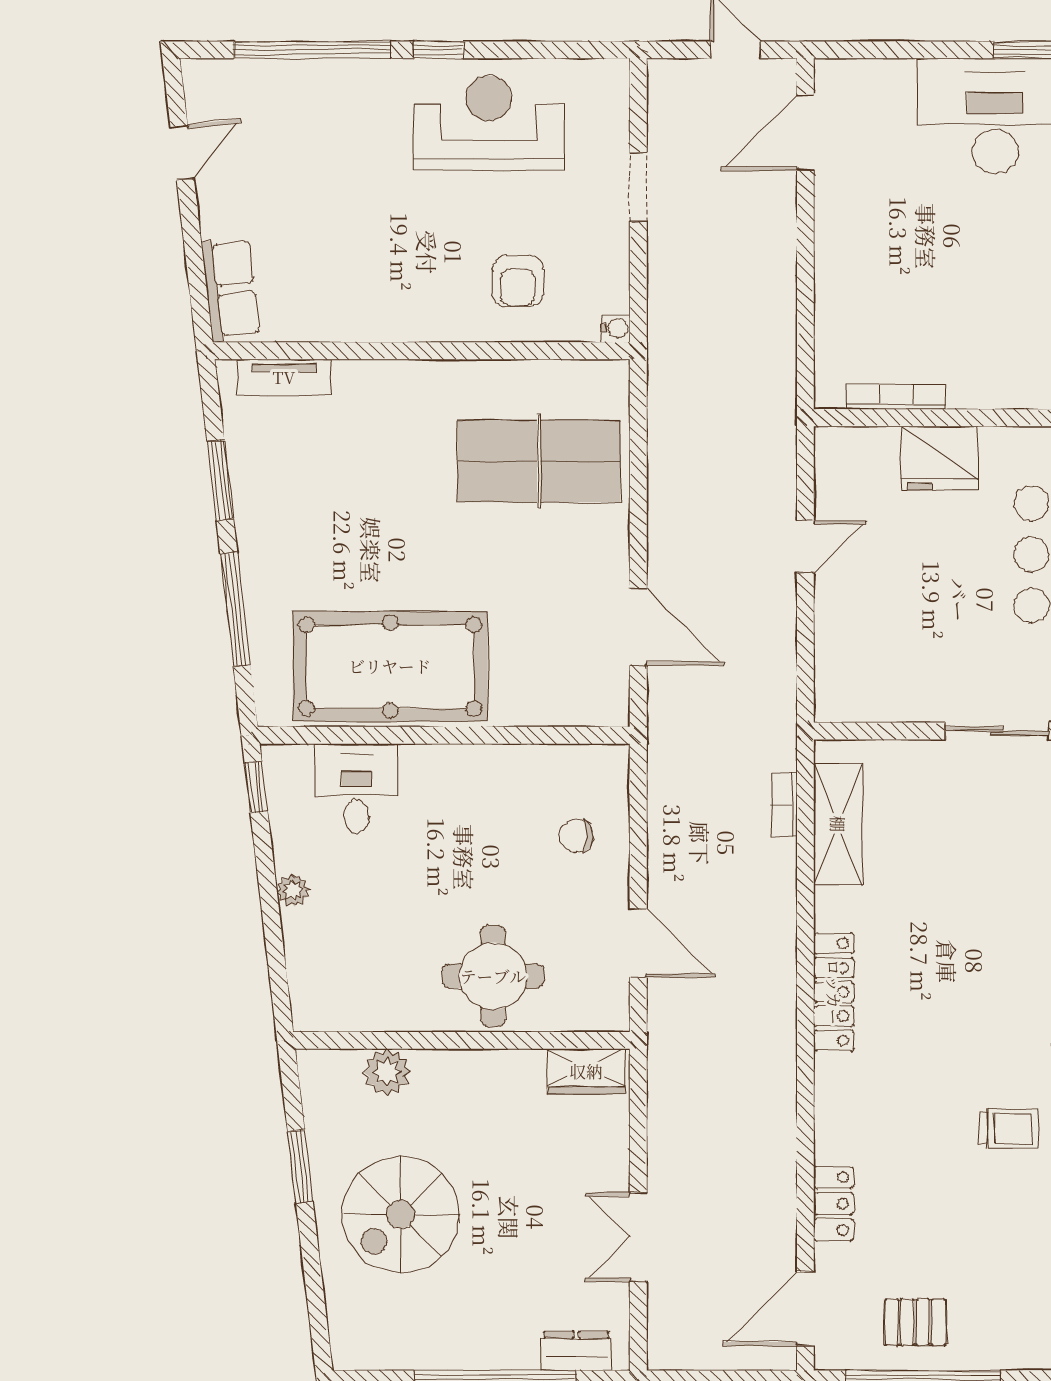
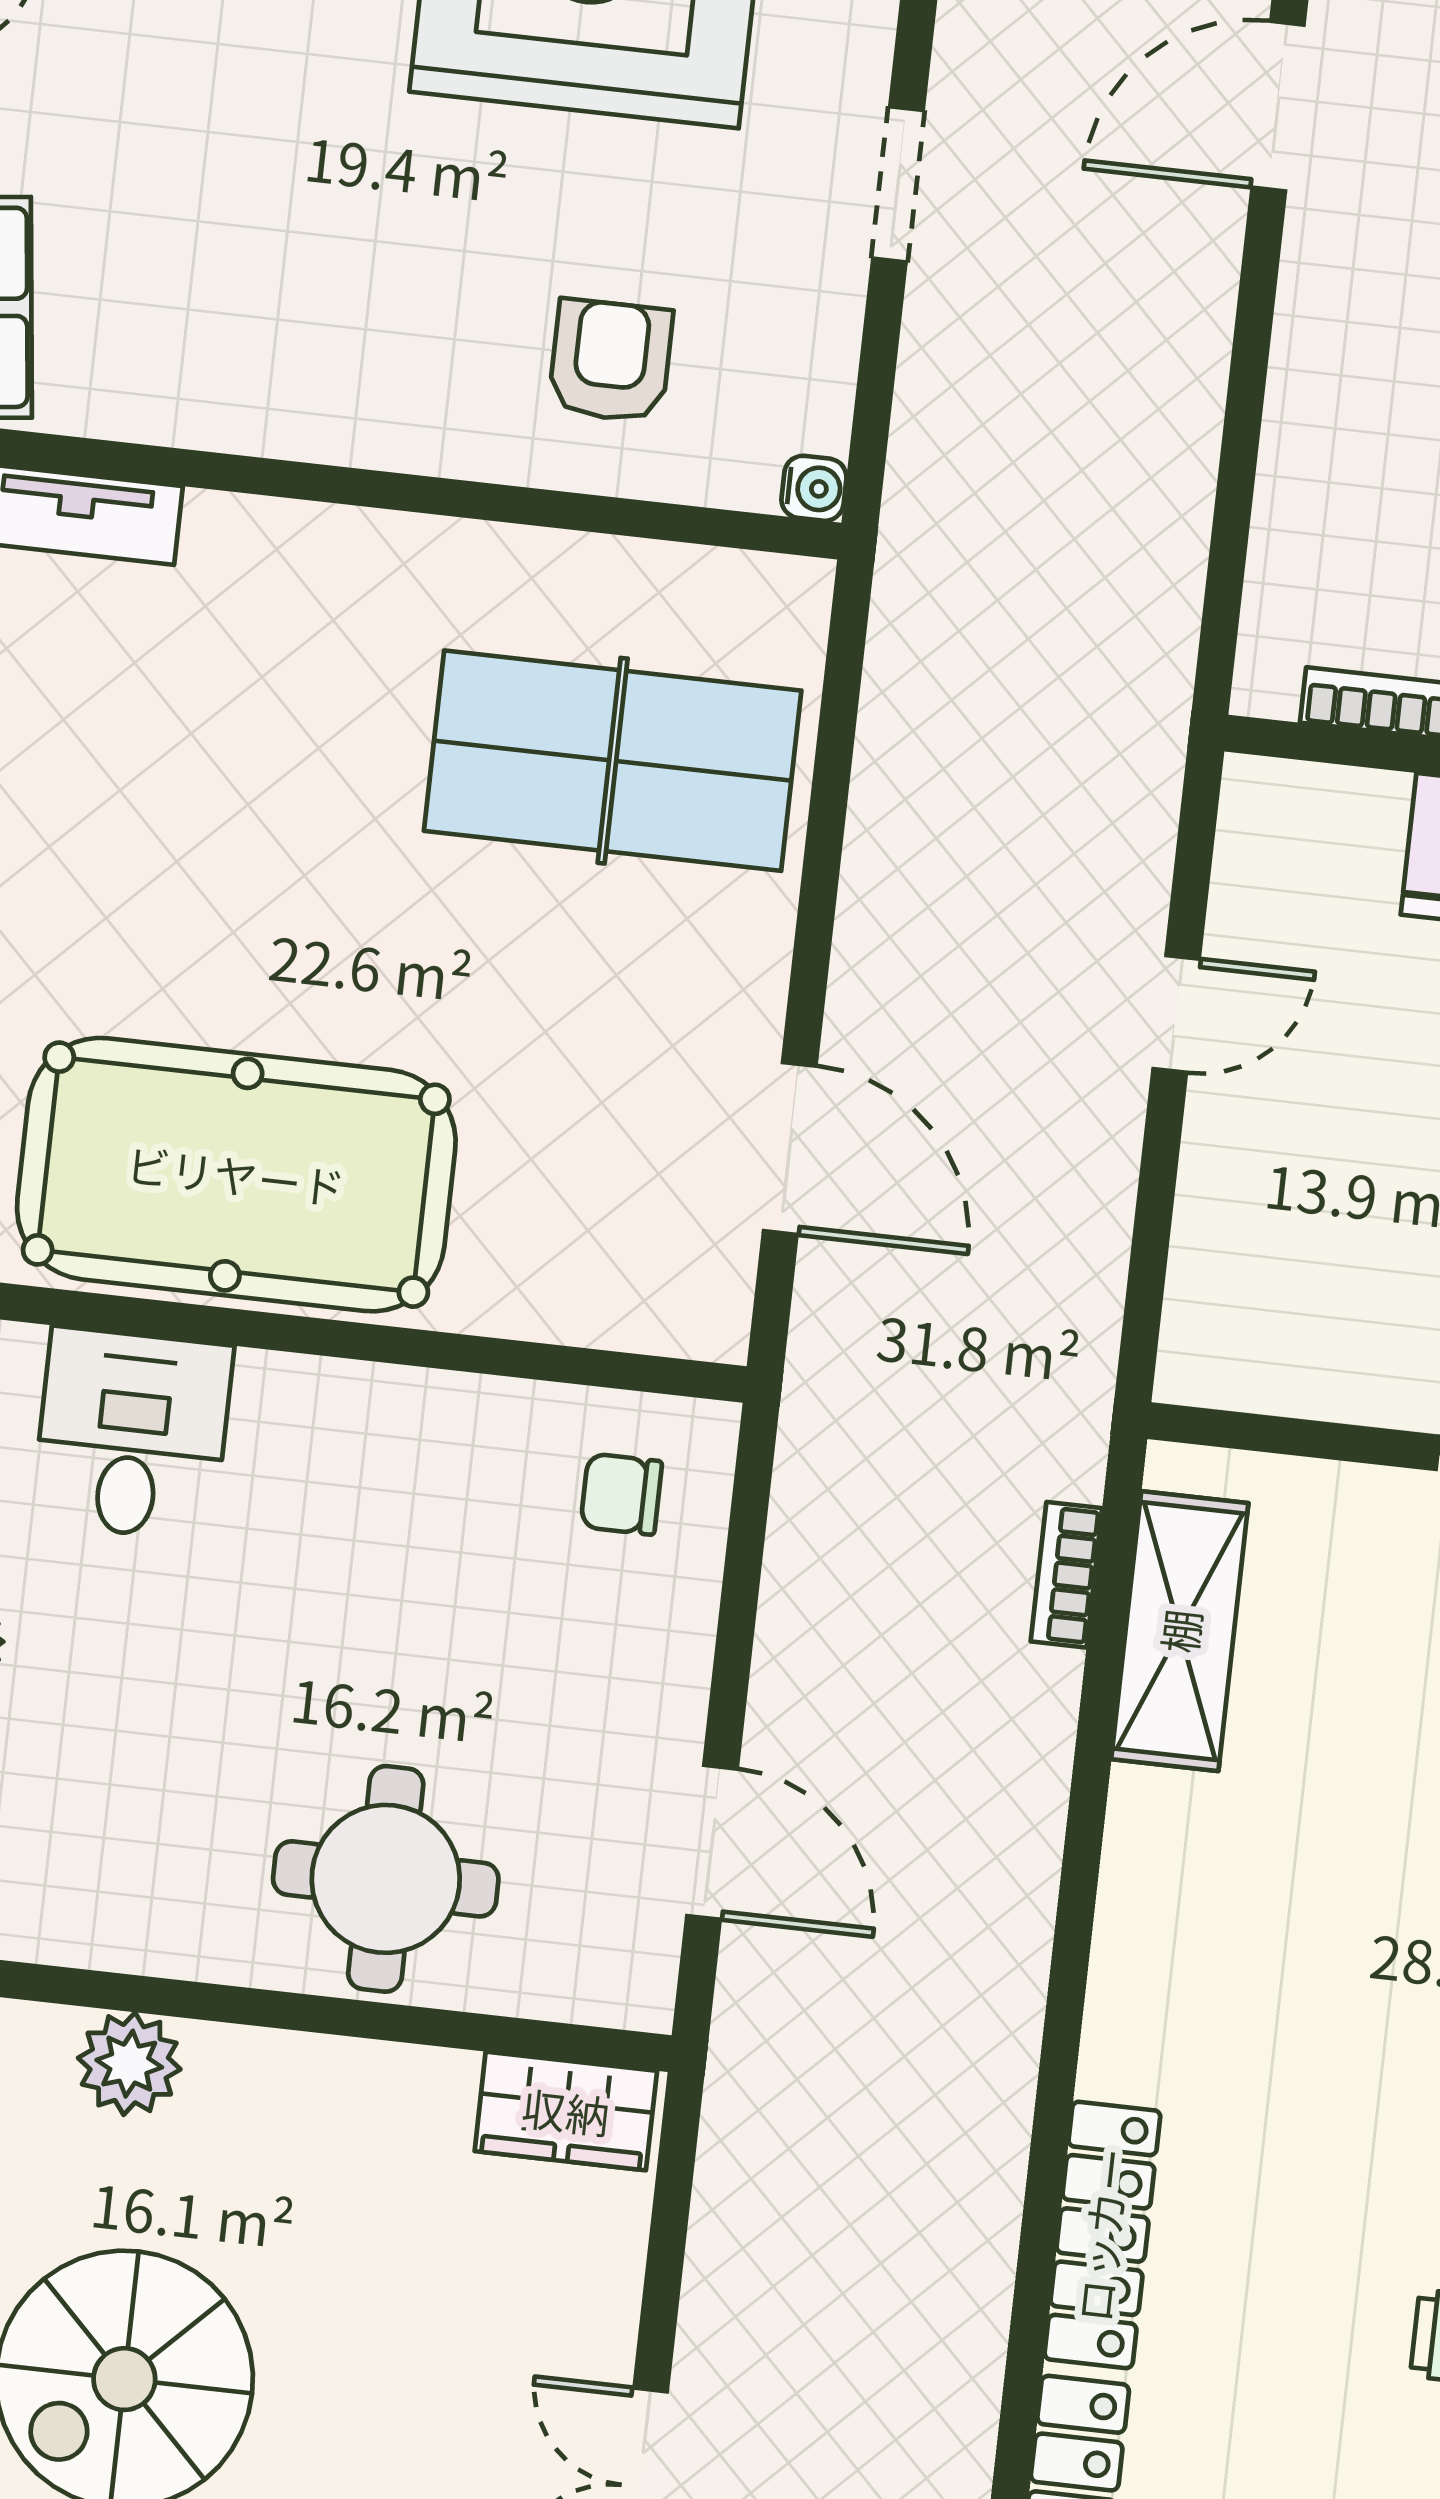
armchair: (518, 281) -> (611, 361), turned 180
chair: (576, 836) -> (621, 1494), moved
locker: (834, 992) -> (1102, 2235), moved

